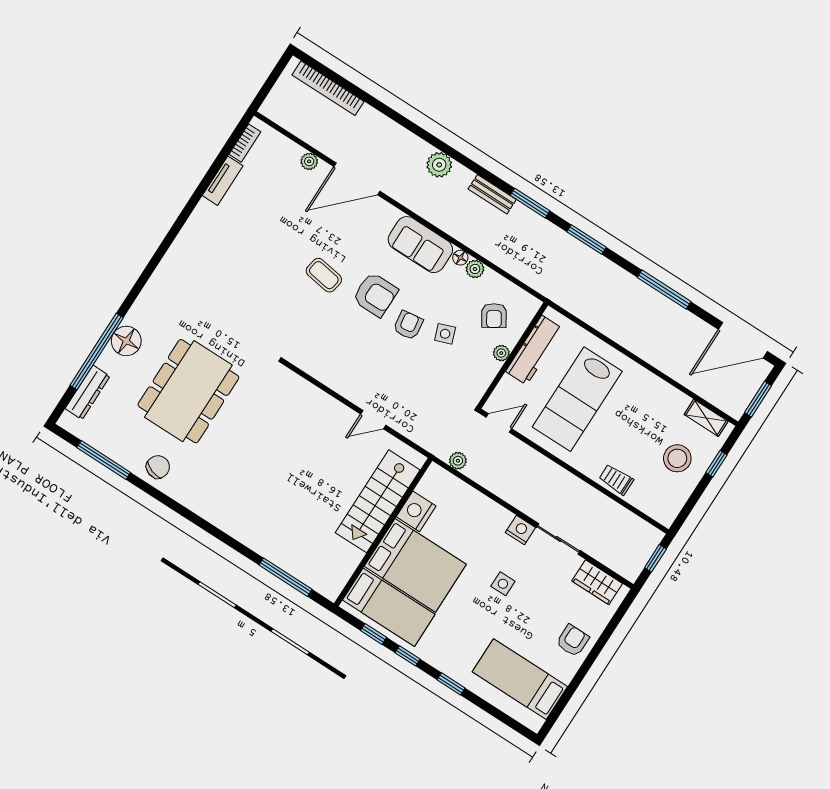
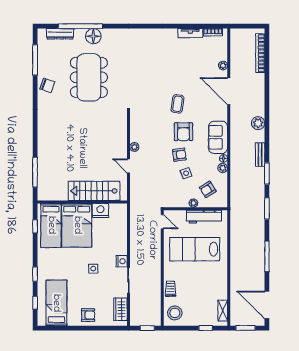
dining table: (188, 391) -> (89, 77), turned 90
stool: (677, 458) -> (175, 313), moved
plant: (458, 461) -> (134, 147), moved
window: (408, 656) -> (35, 303), moved

